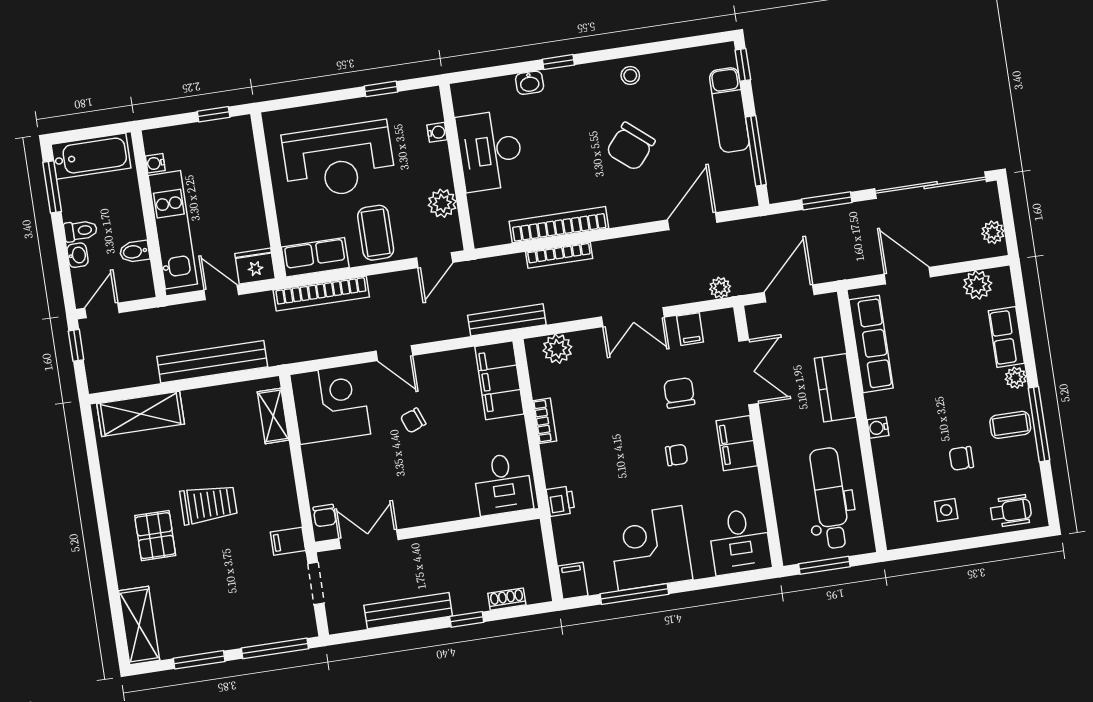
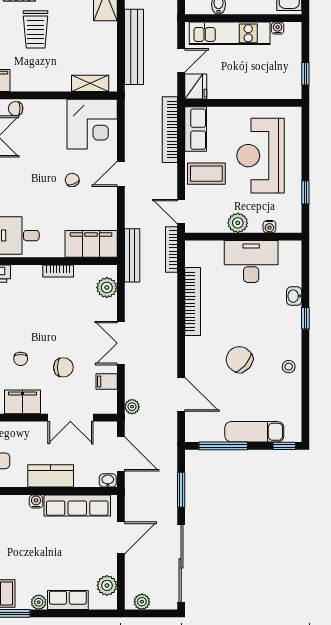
plant: (442, 203) -> (238, 223), moved
bookcase: (559, 255) -> (171, 249), moved
washbasin: (829, 306) -> (108, 480), added
water cooler: (878, 428) -> (36, 501), moved

